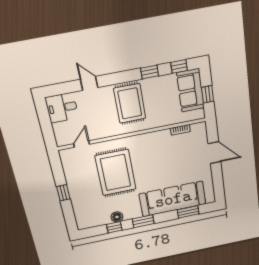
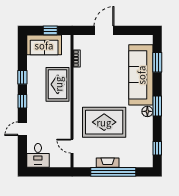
window: (179, 66) -> (22, 101), moved
rug: (130, 103) -> (58, 84), moved, turned 90
fireplace: (72, 185) -> (108, 163), added
window: (63, 193) -> (113, 172), width x3.17
floor lamp: (117, 217) -> (147, 111), moved
window: (114, 227) -> (157, 148), moved

